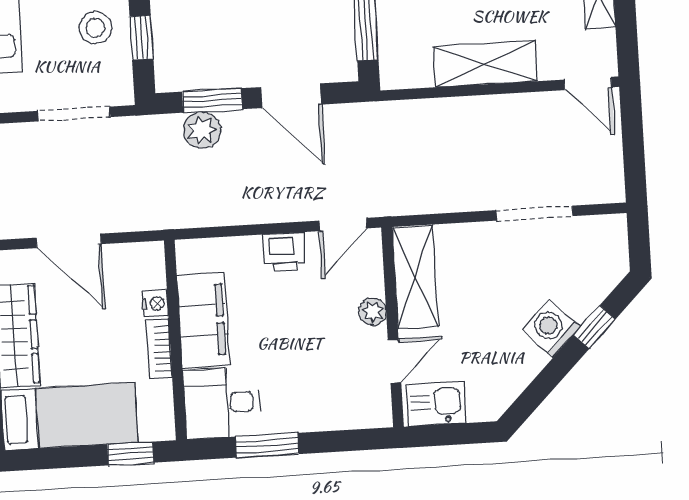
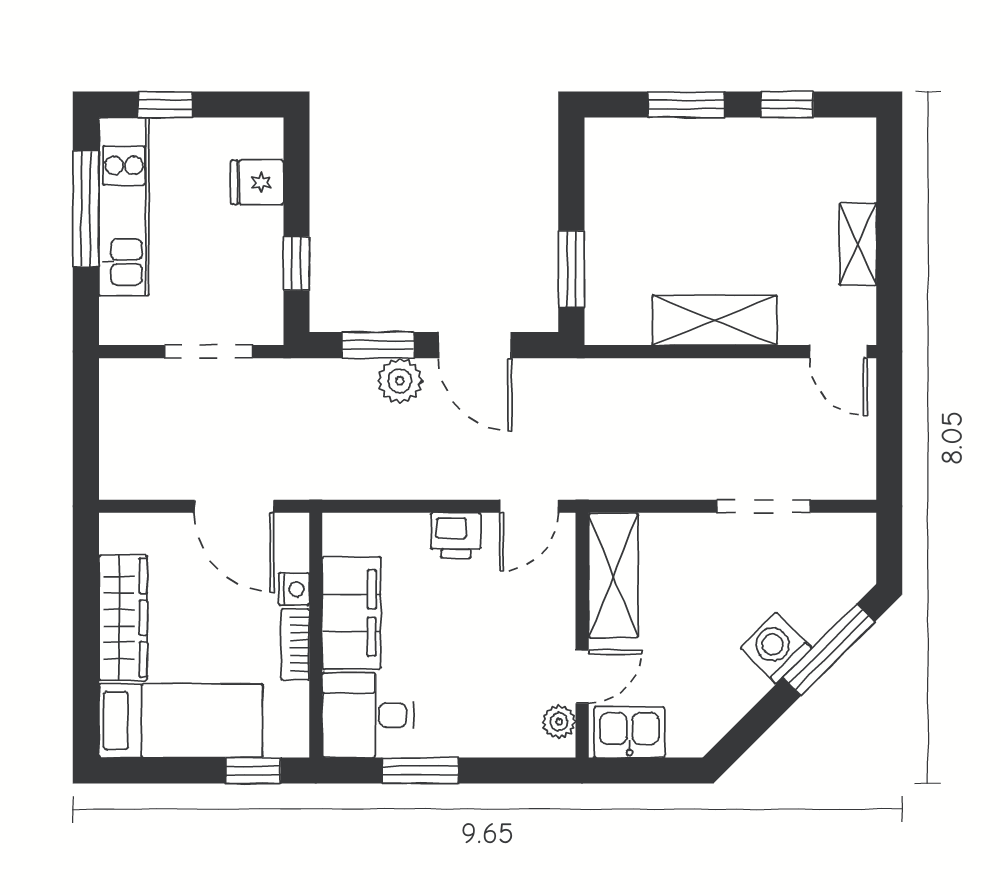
stool: (95, 28) -> (241, 248), removed
plant: (202, 130) -> (400, 381), moved
door: (69, 241) -> (234, 506), moved
plant: (373, 312) -> (559, 722), moved
window: (594, 327) -> (829, 650), width x2.17

